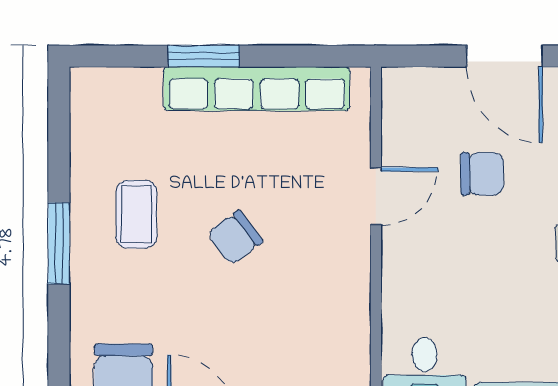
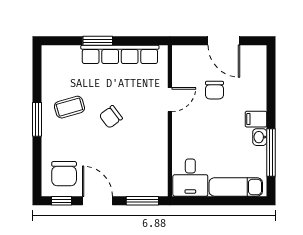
chair: (482, 174) -> (214, 90), turned 90
coffee table: (136, 214) -> (69, 107), turned 74

